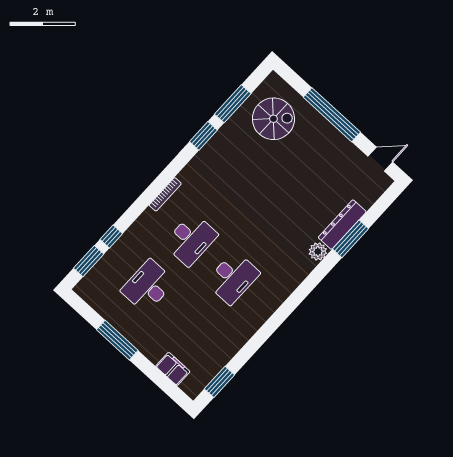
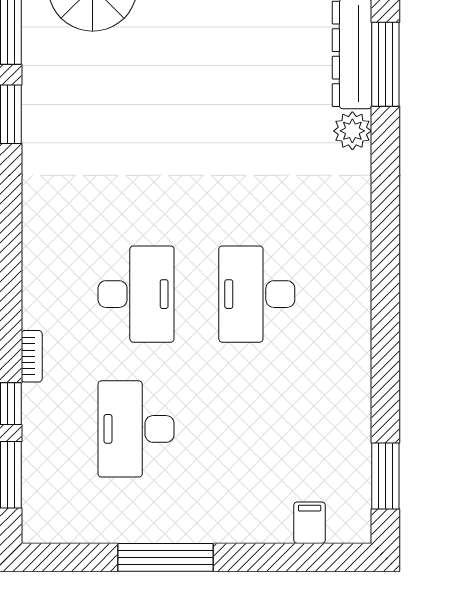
bookcase: (165, 194) -> (32, 356), moved, width x0.64
desk: (233, 278) -> (257, 294), turned 180
filing cabinet: (173, 369) -> (310, 523), width x0.50

